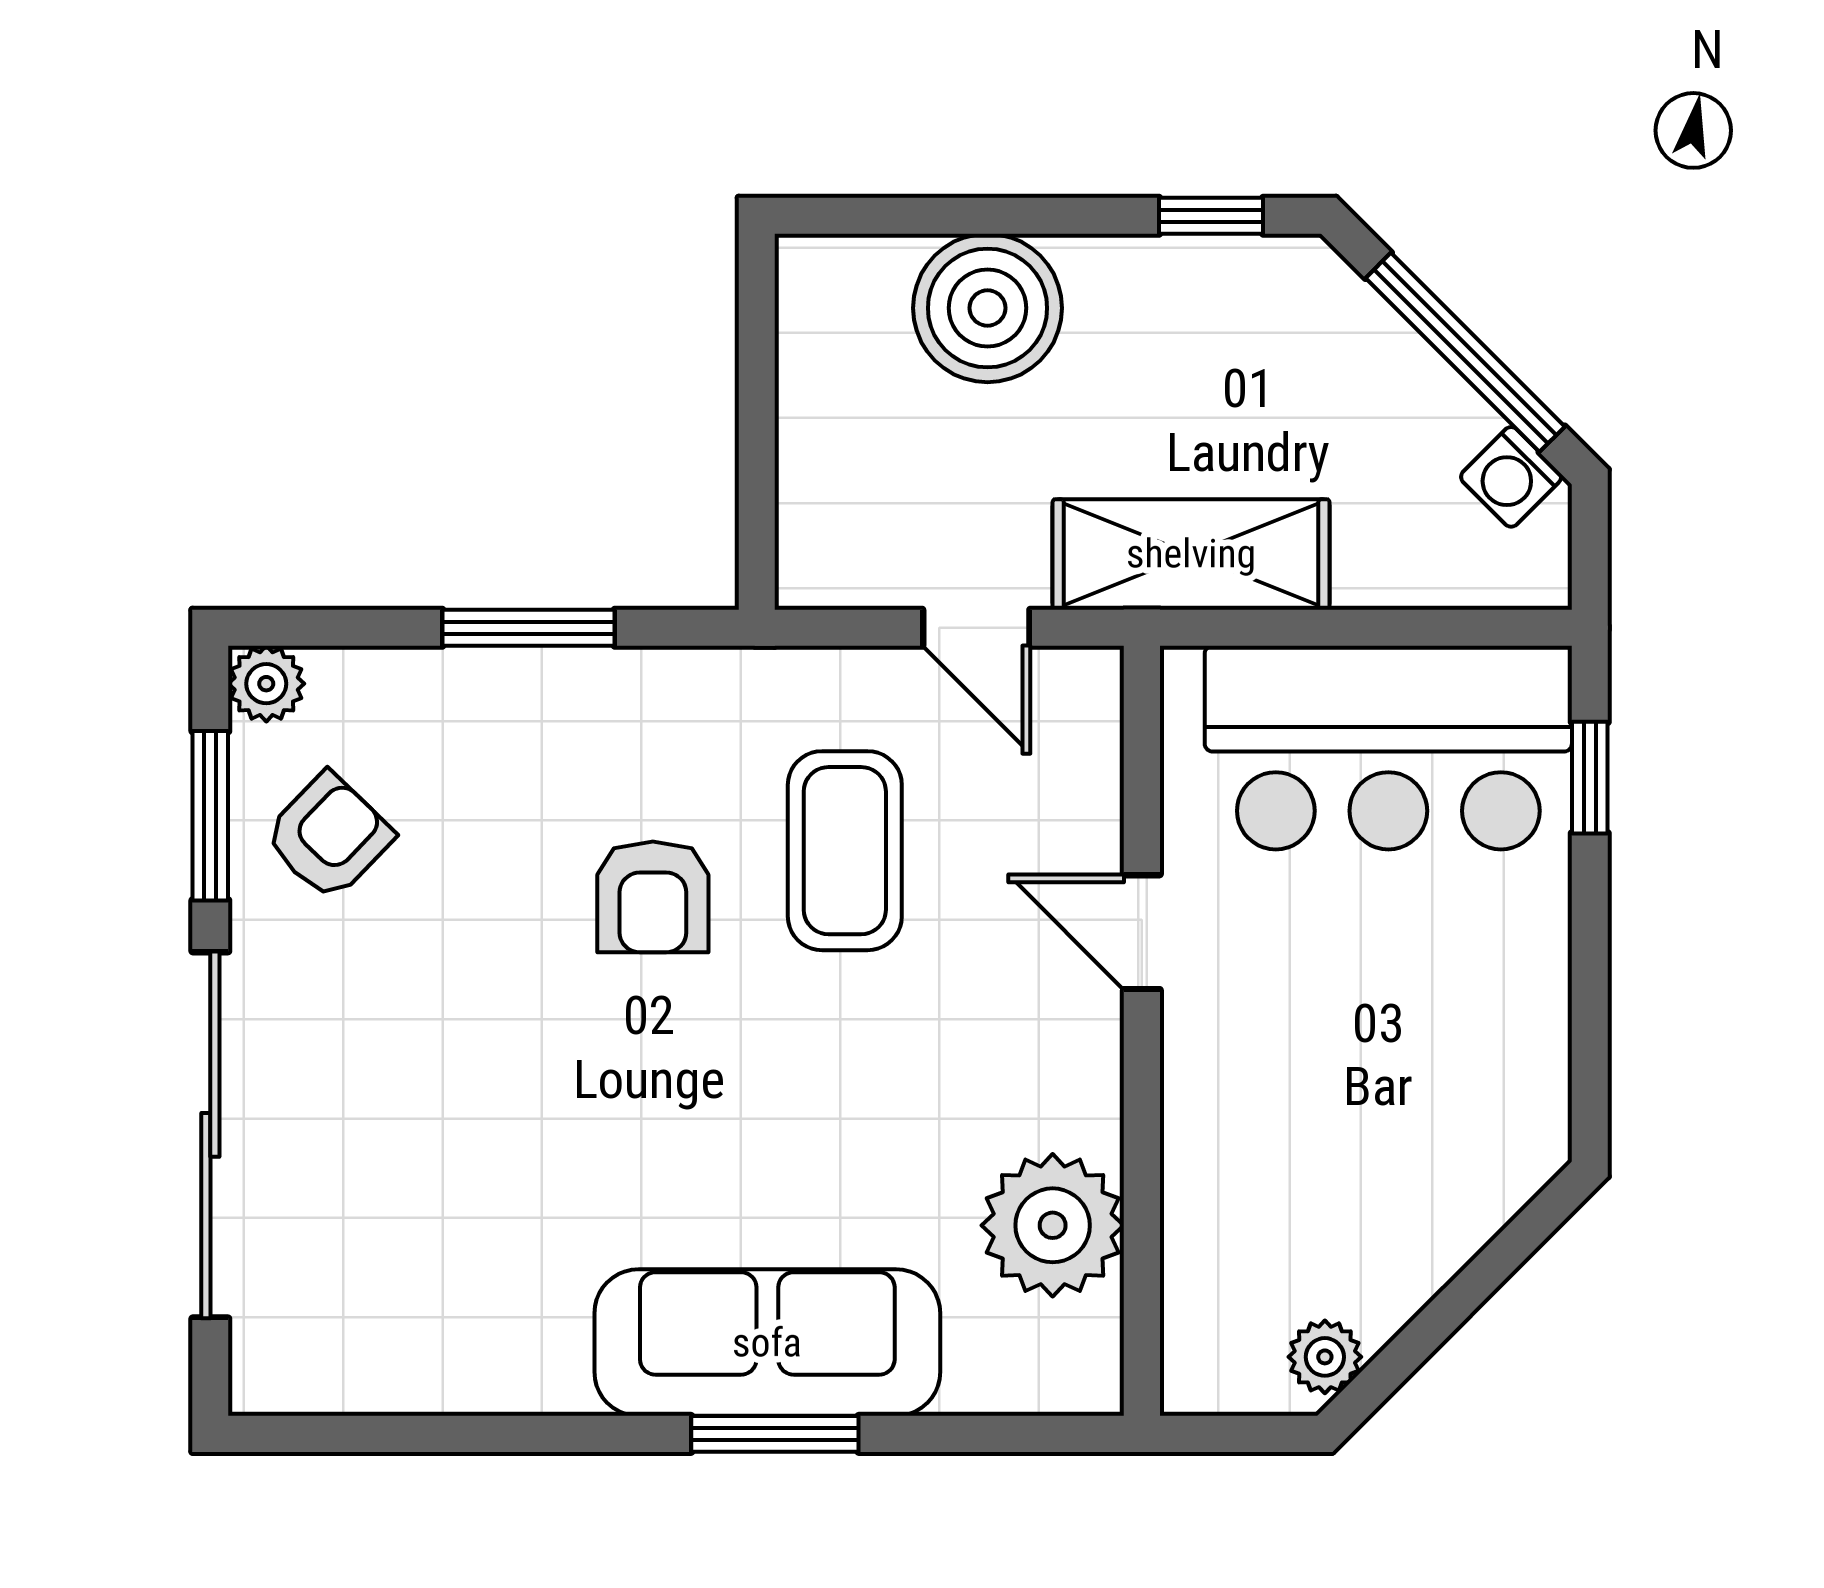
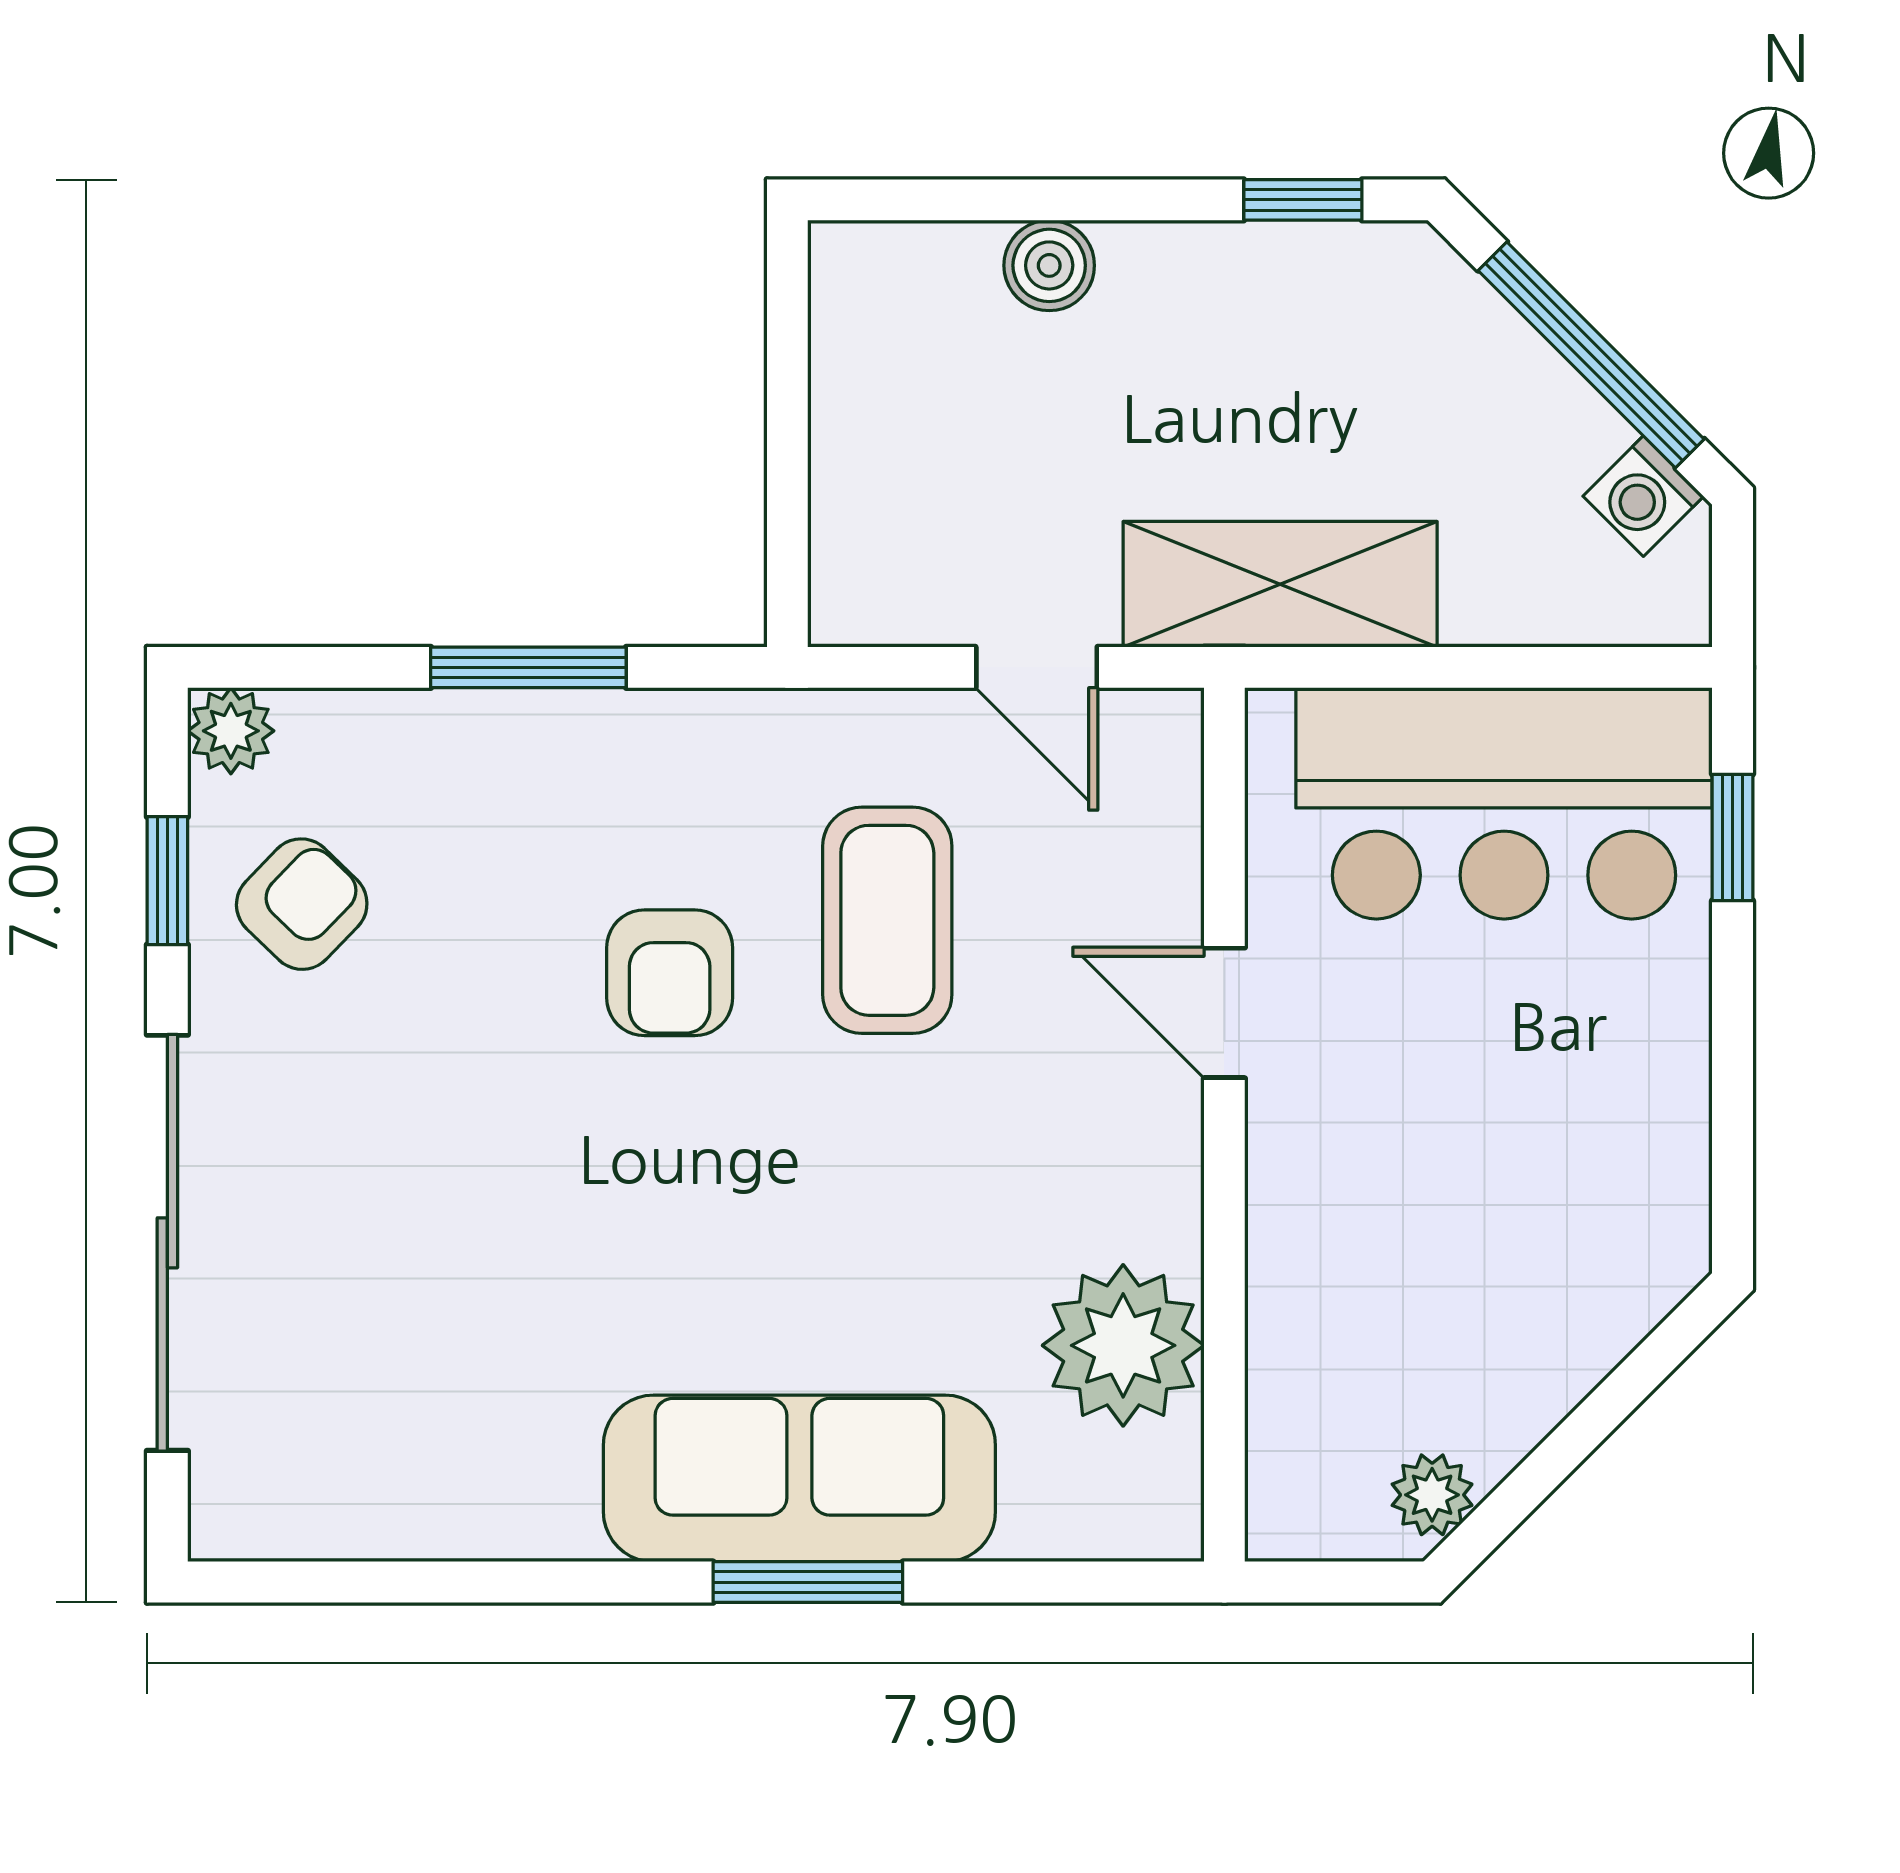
boiler: (988, 308) -> (1049, 265), width x0.54, depth x0.54
window: (210, 816) -> (167, 881), width x0.67

